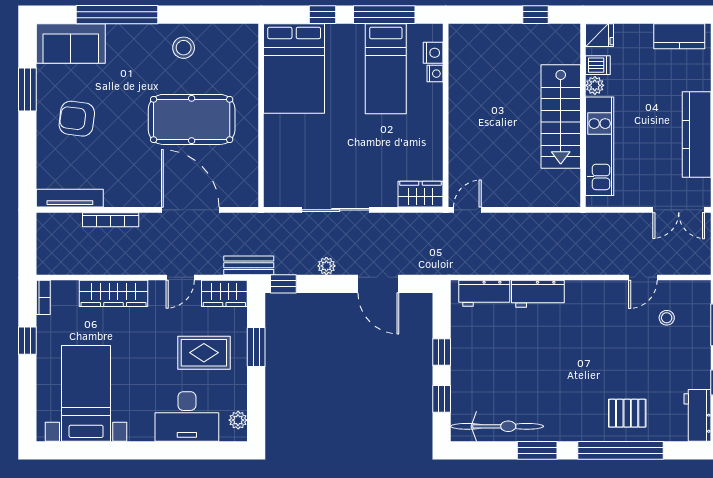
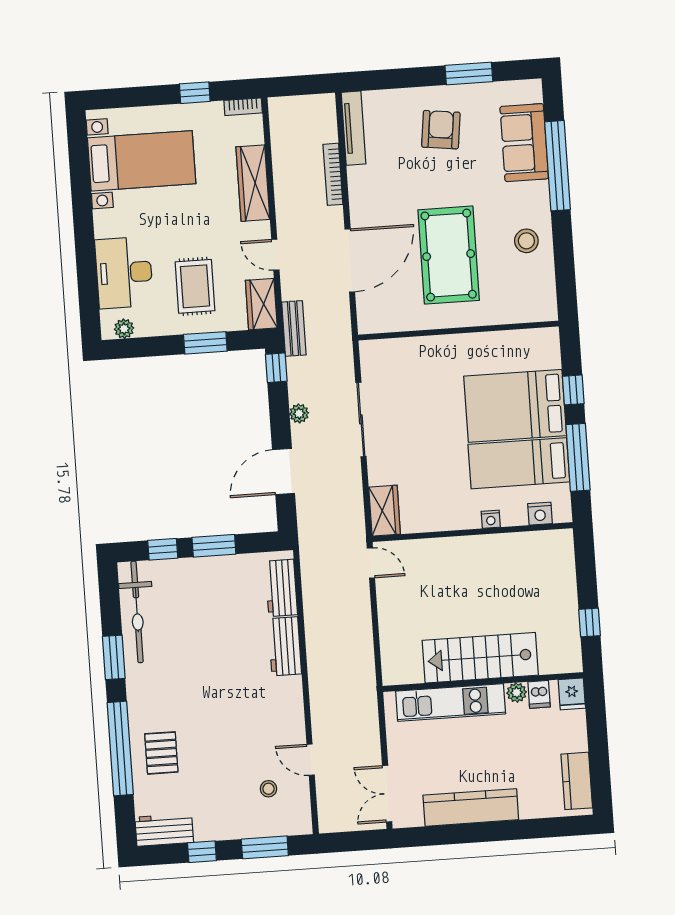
sofa: (71, 43) -> (524, 143), moved
bed: (294, 69) -> (515, 406), moved
nightstand: (435, 74) -> (491, 519), moved
window: (442, 352) -> (214, 546), width x1.50

